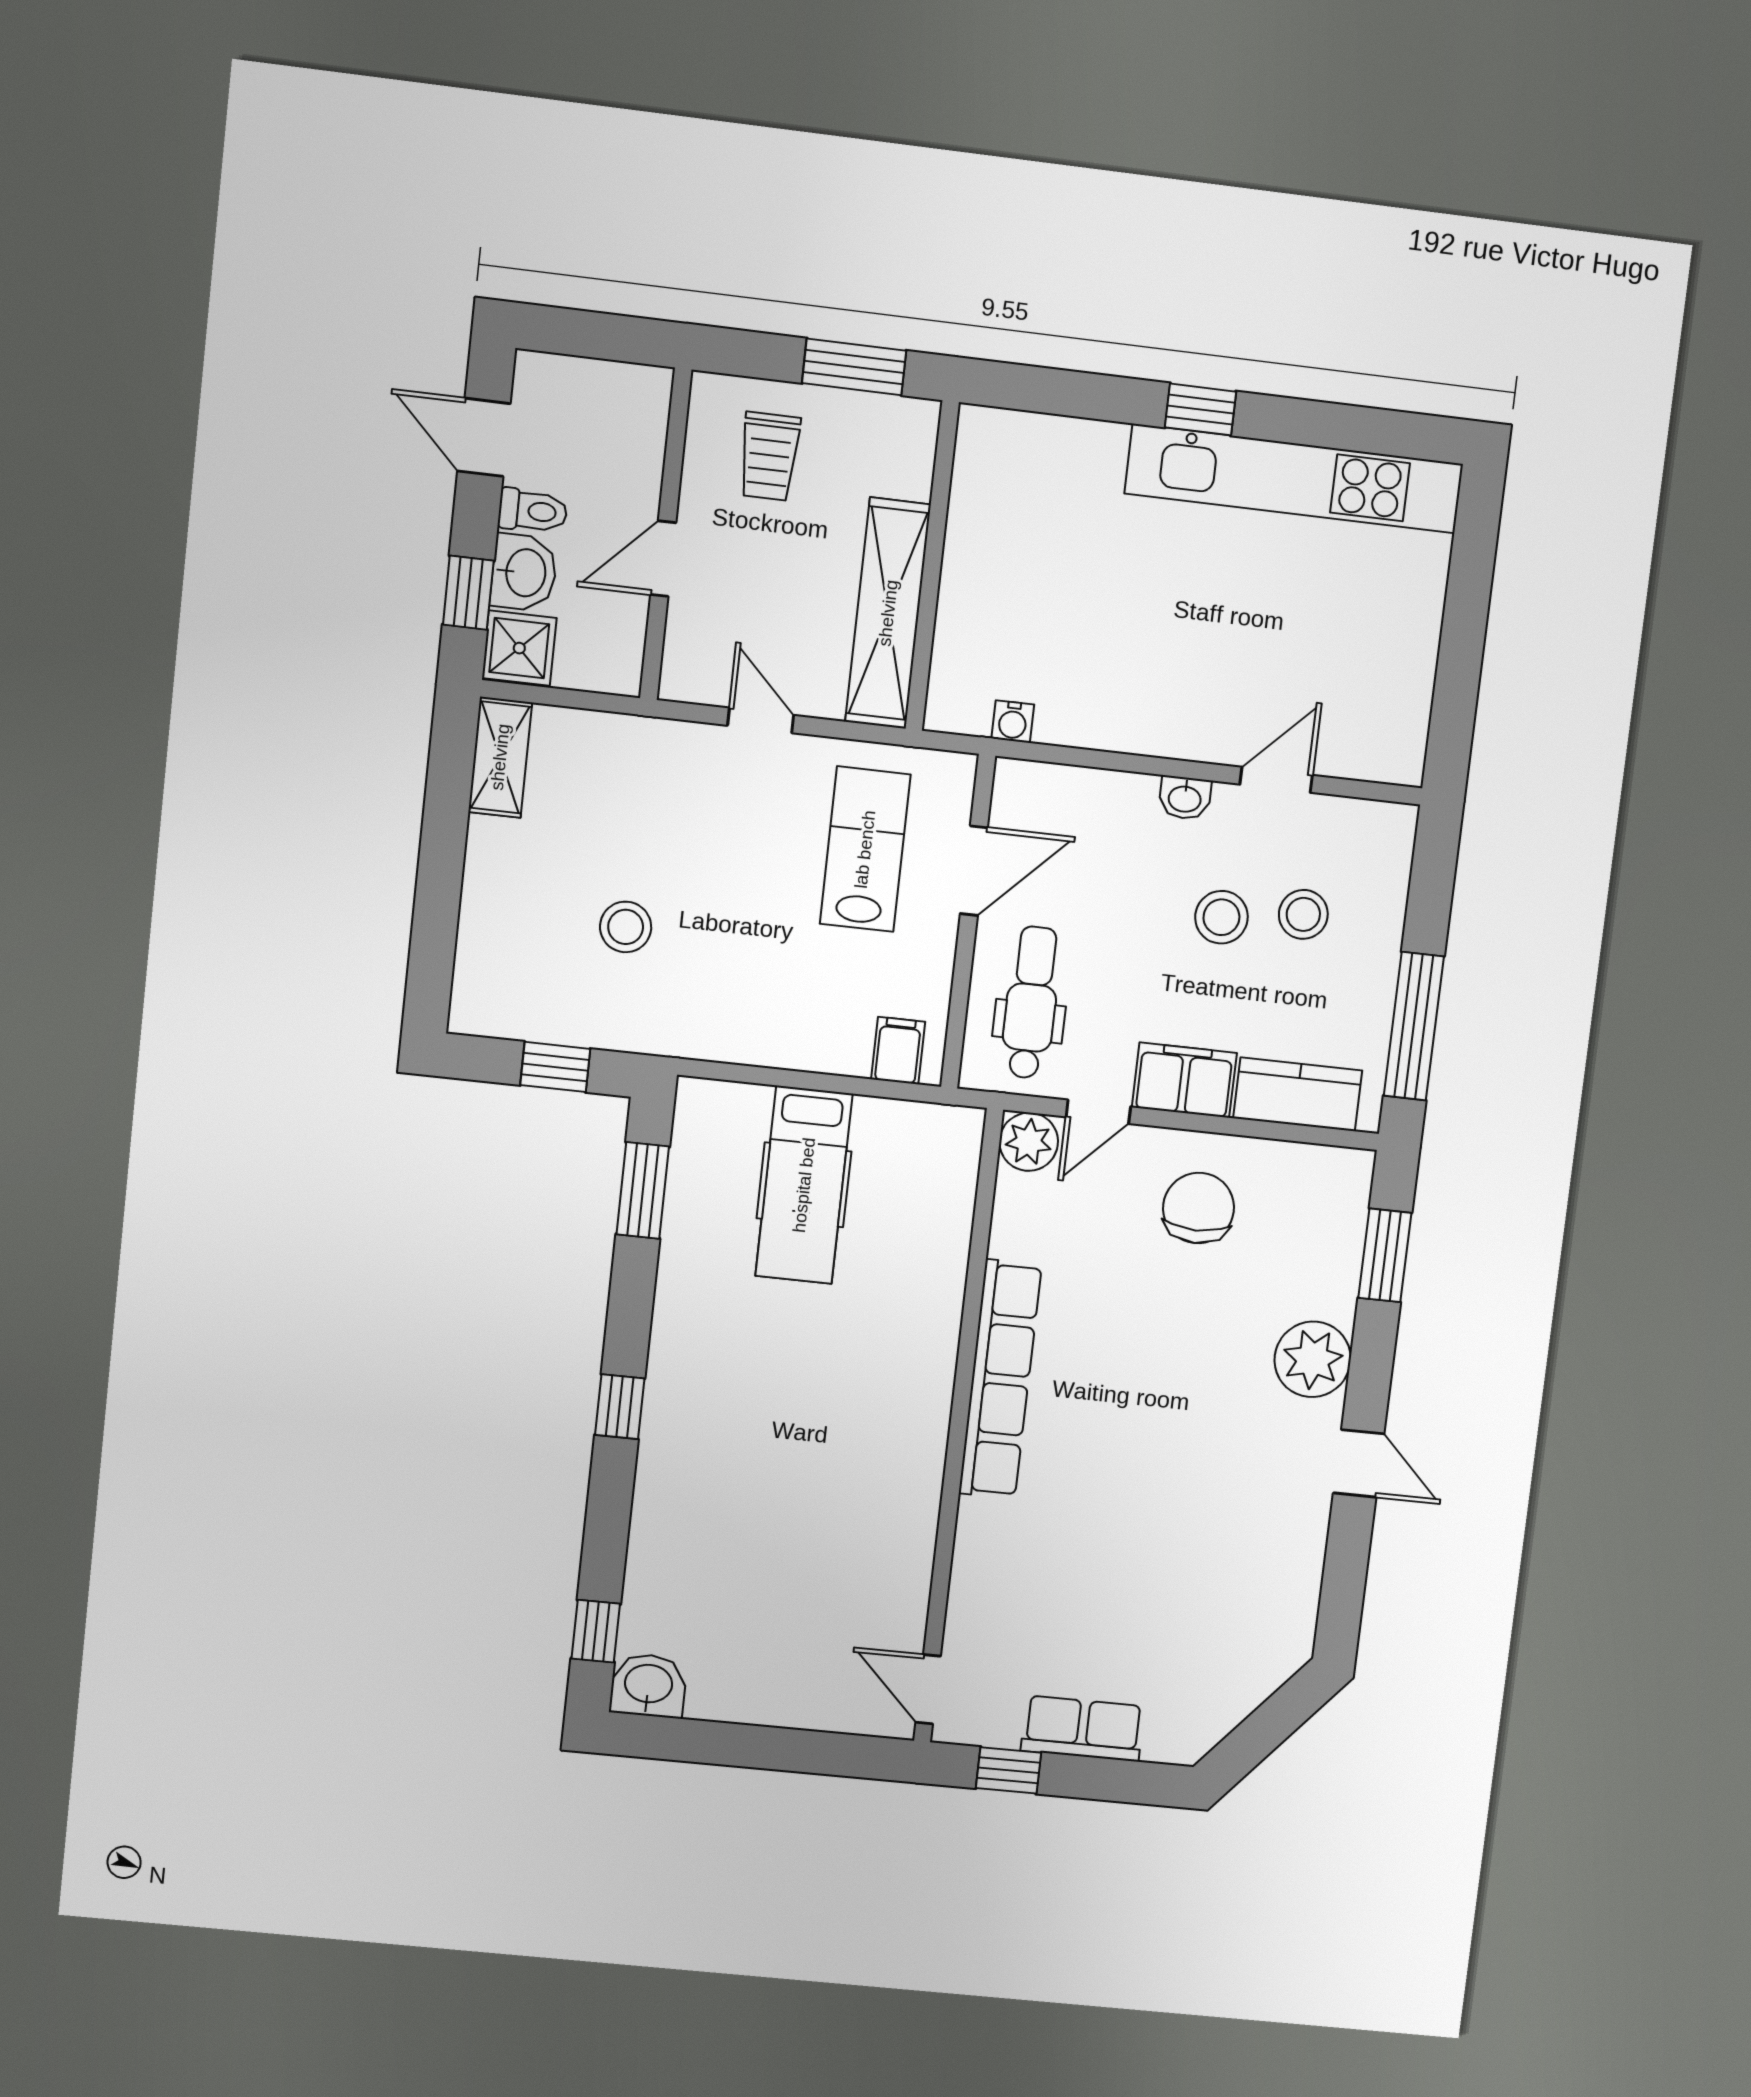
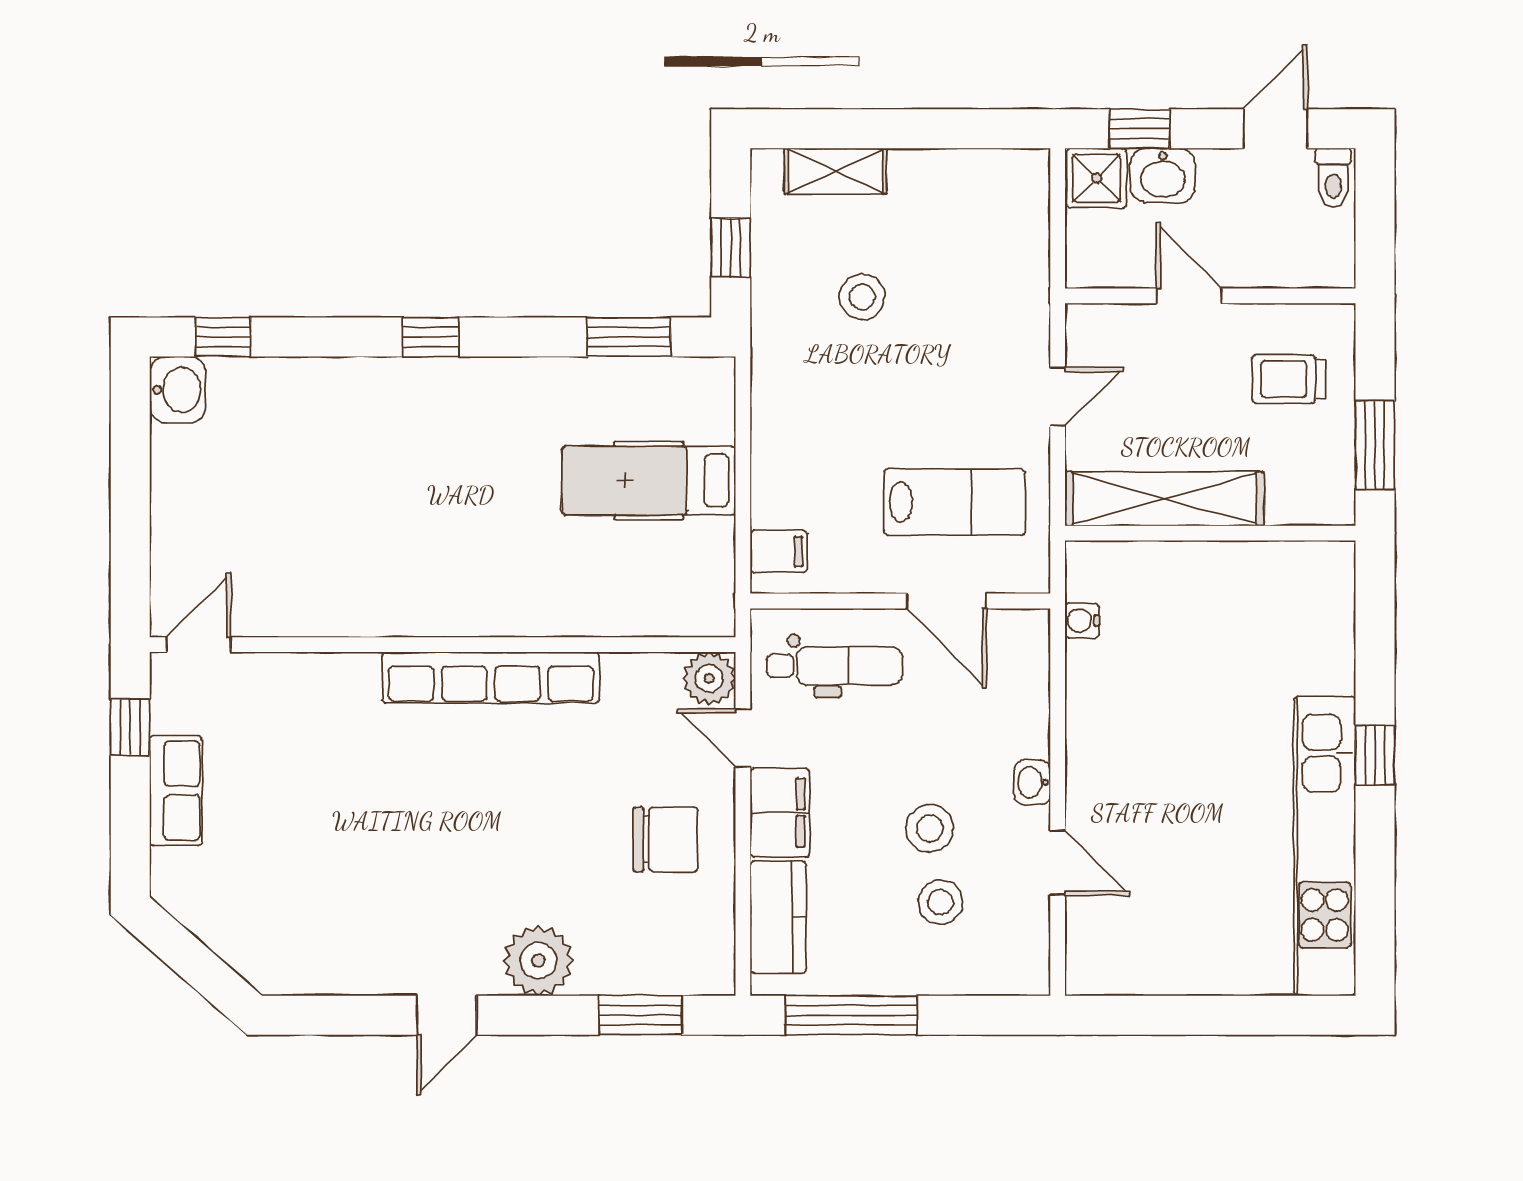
toilet: (533, 511) -> (1333, 178), moved
shelving: (500, 757) -> (836, 171), moved

